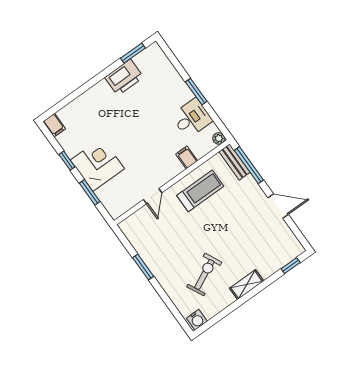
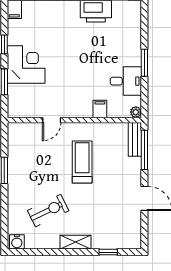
treadmill: (200, 191) -> (82, 162), moved, turned -90
window: (291, 266) -> (108, 252), moved

